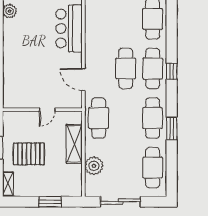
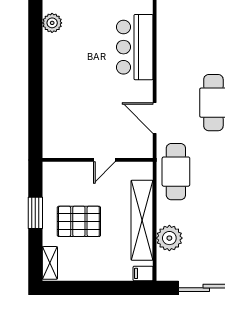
shelving: (74, 144) -> (142, 220), width x1.47
filing cabinet: (75, 191) -> (143, 273), added
window: (50, 202) -> (108, 288), removed

